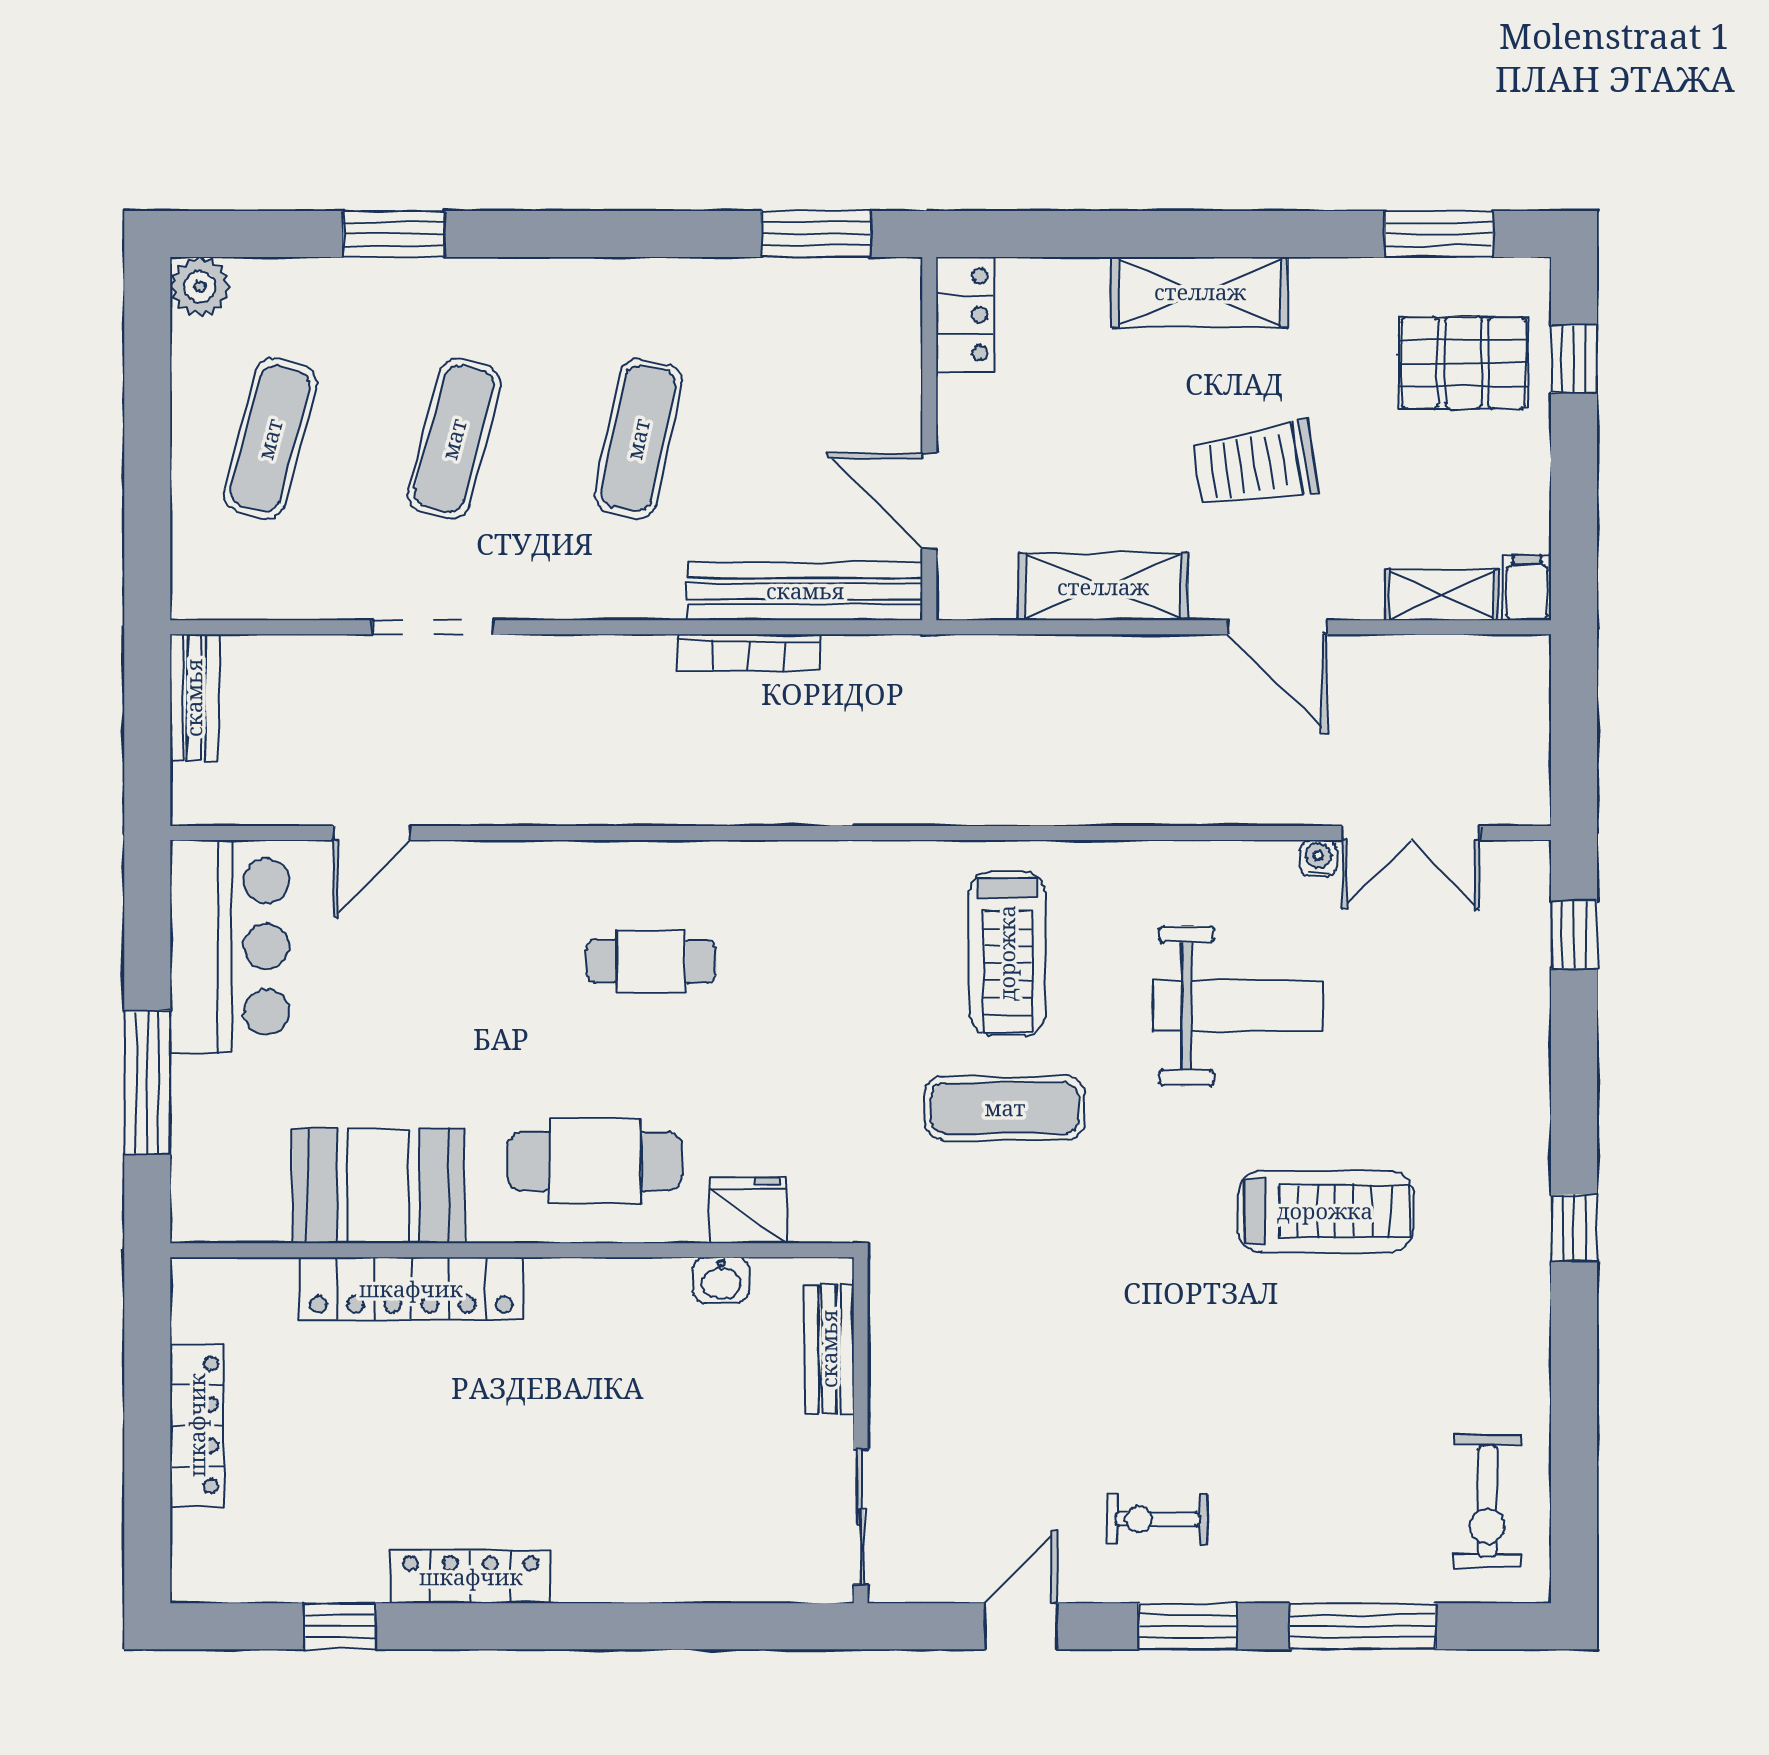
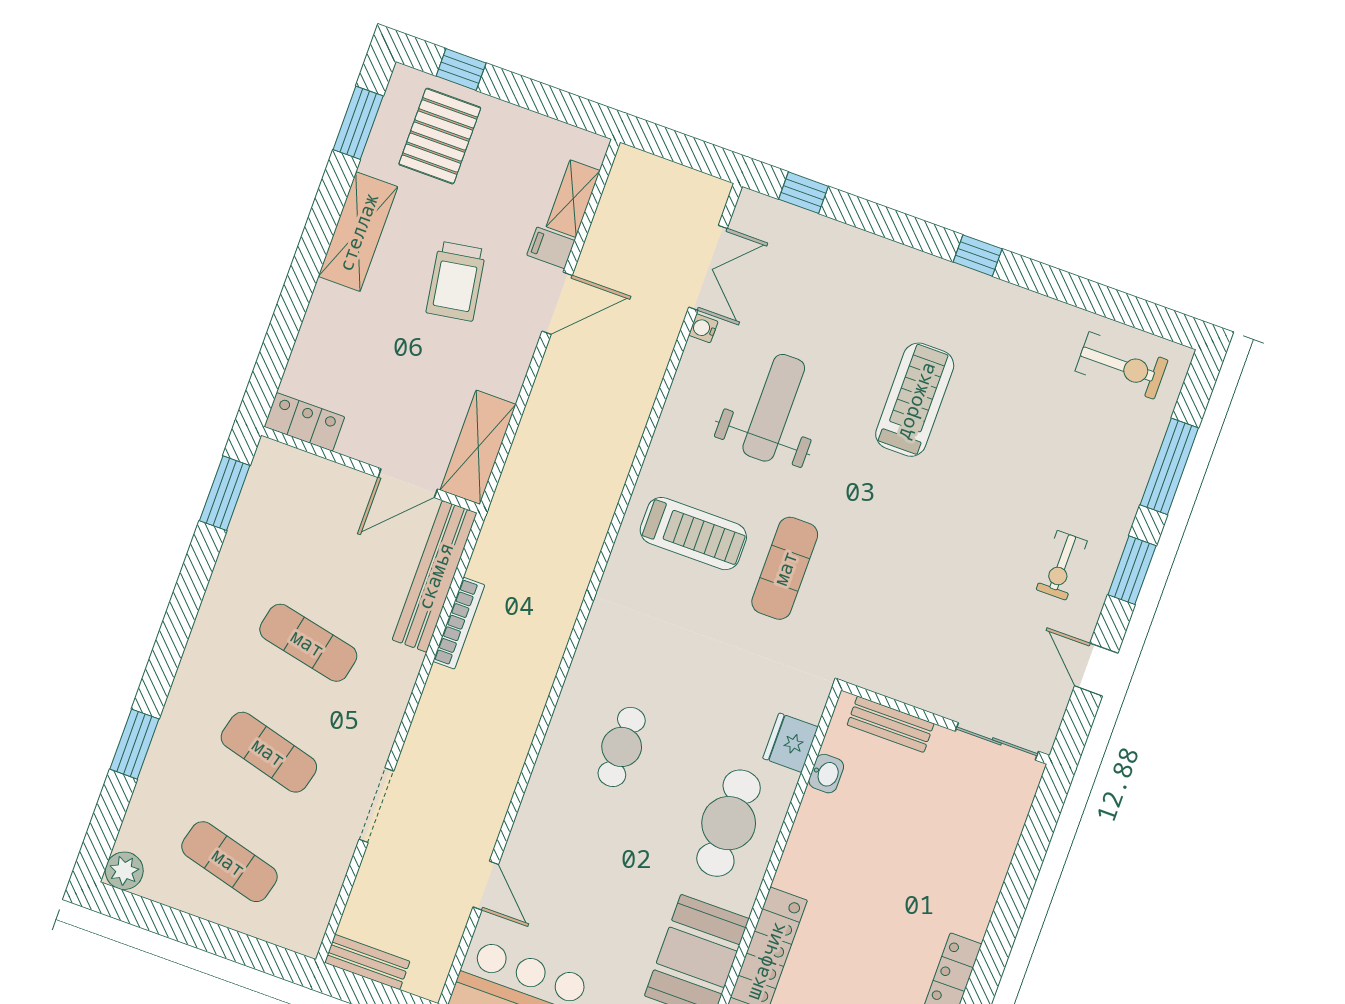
shelving: (1200, 292) -> (358, 232), moved
shelving: (1103, 587) -> (478, 447), moved
filing cabinet: (1527, 588) -> (551, 248), moved

